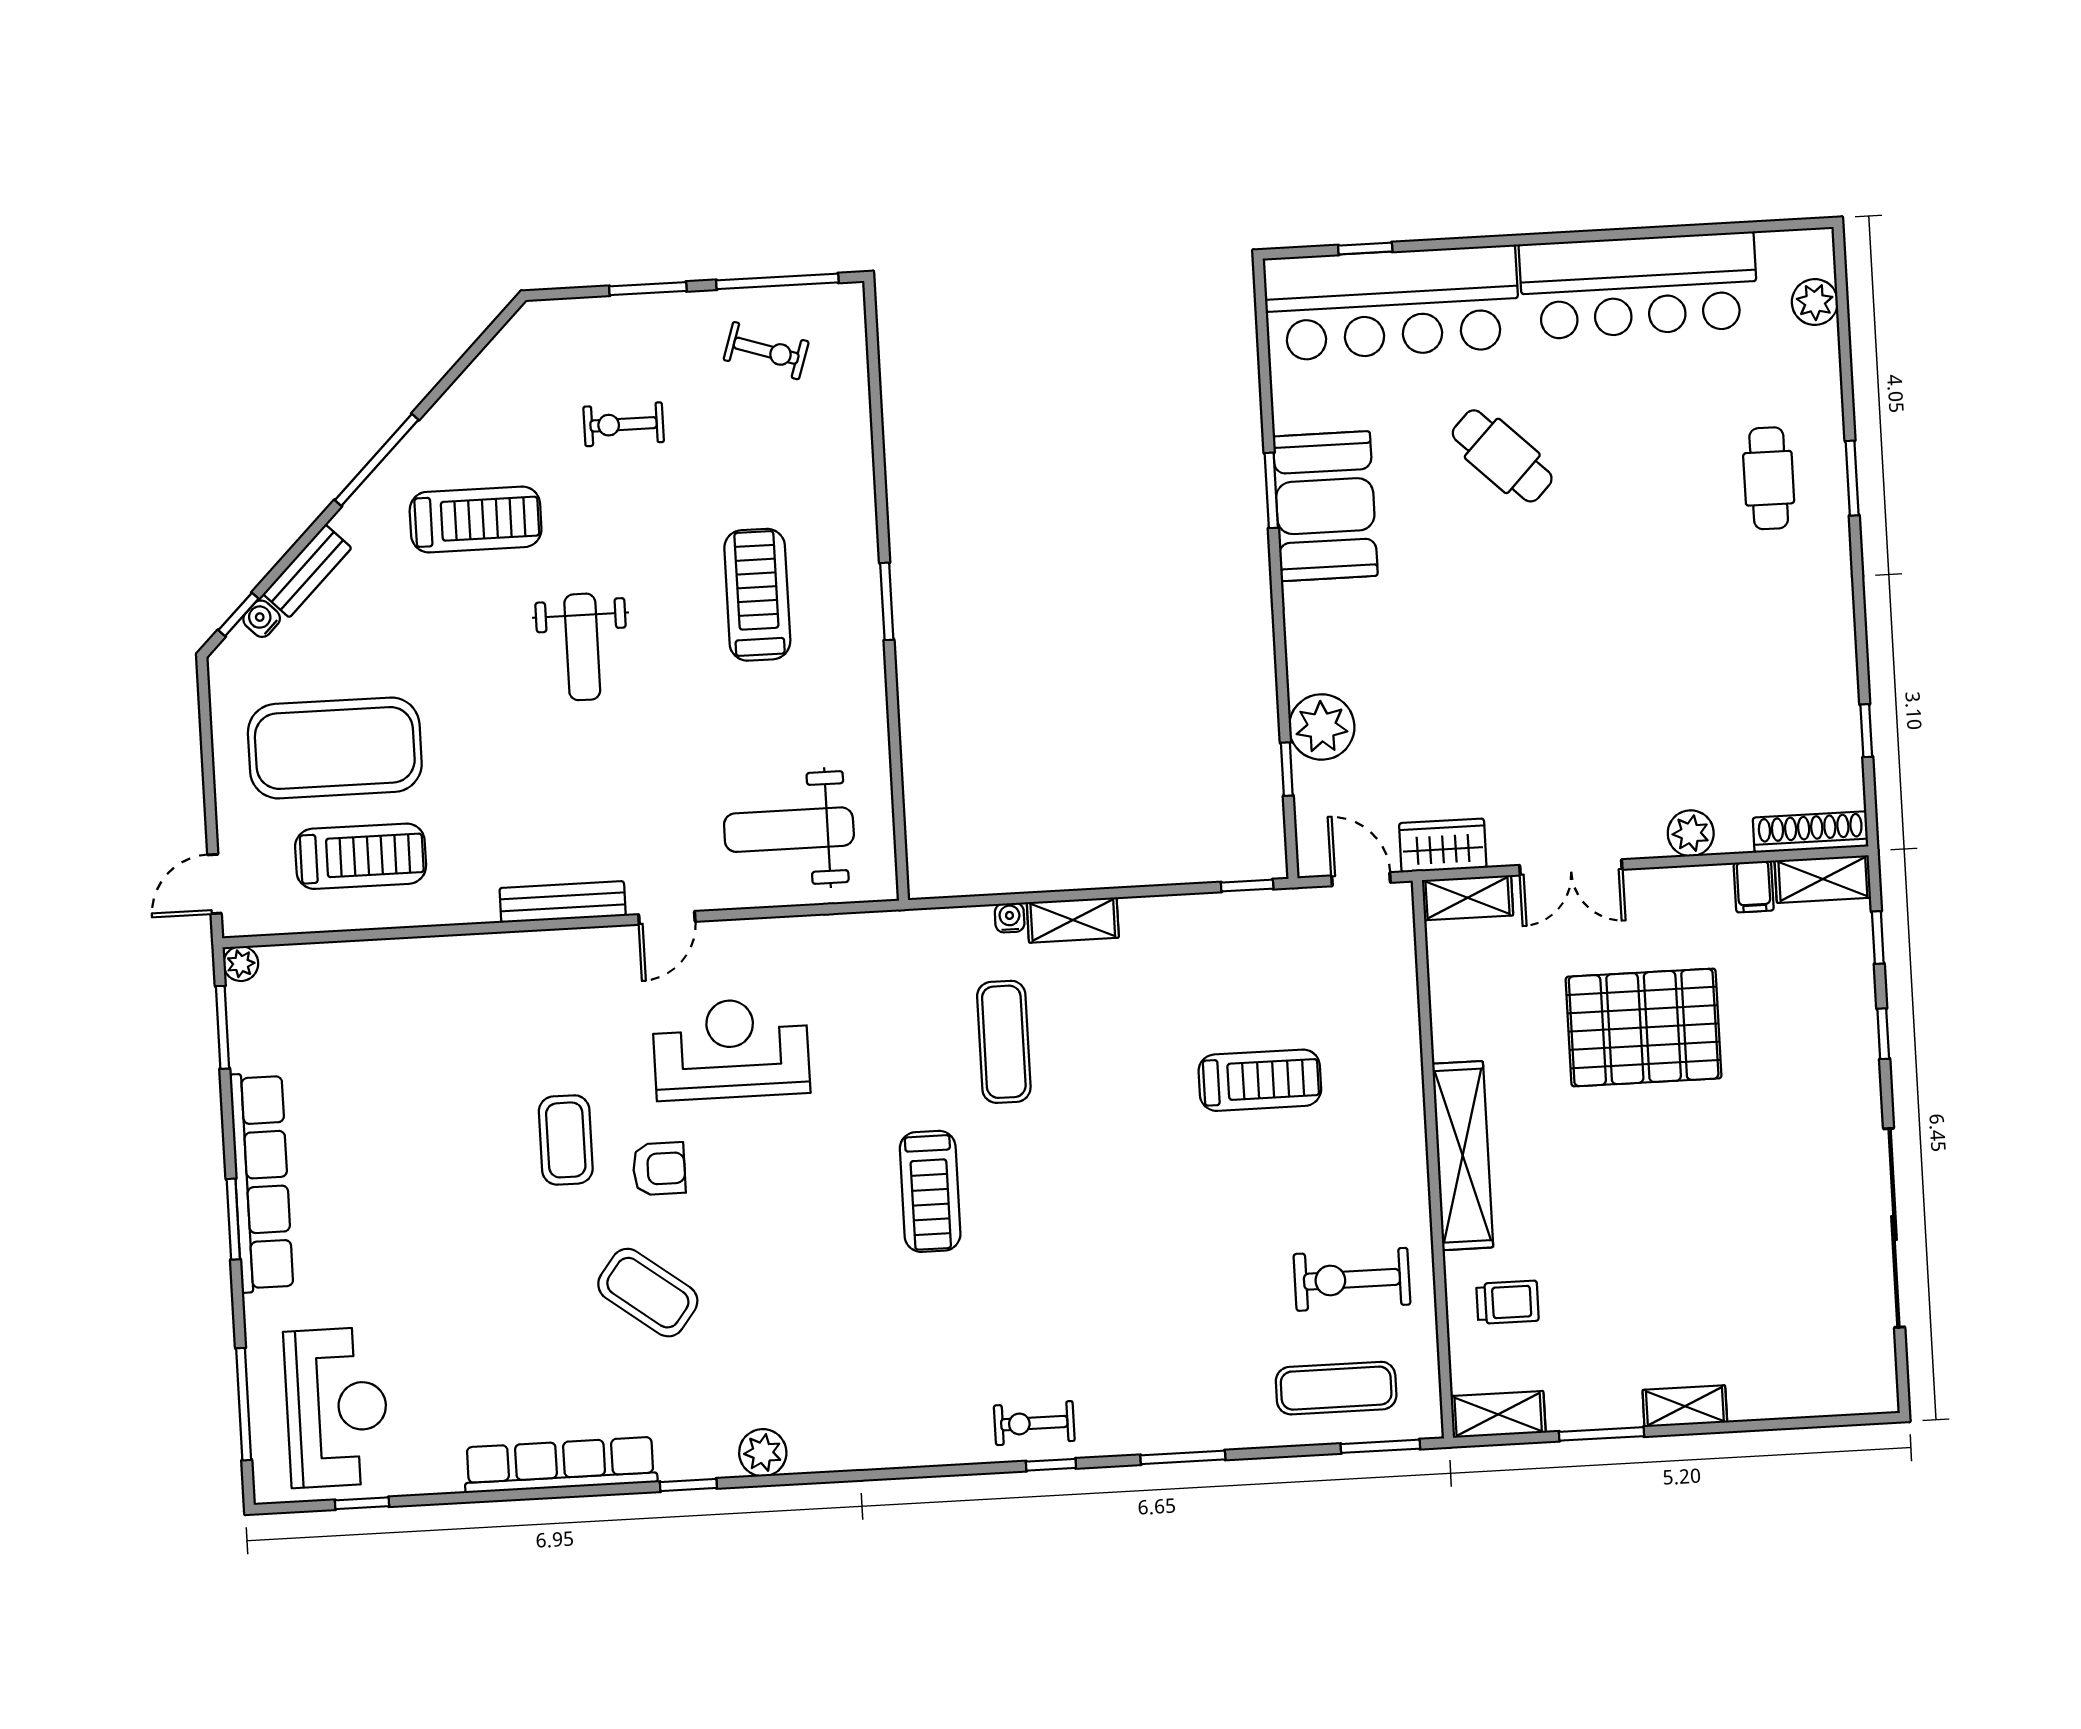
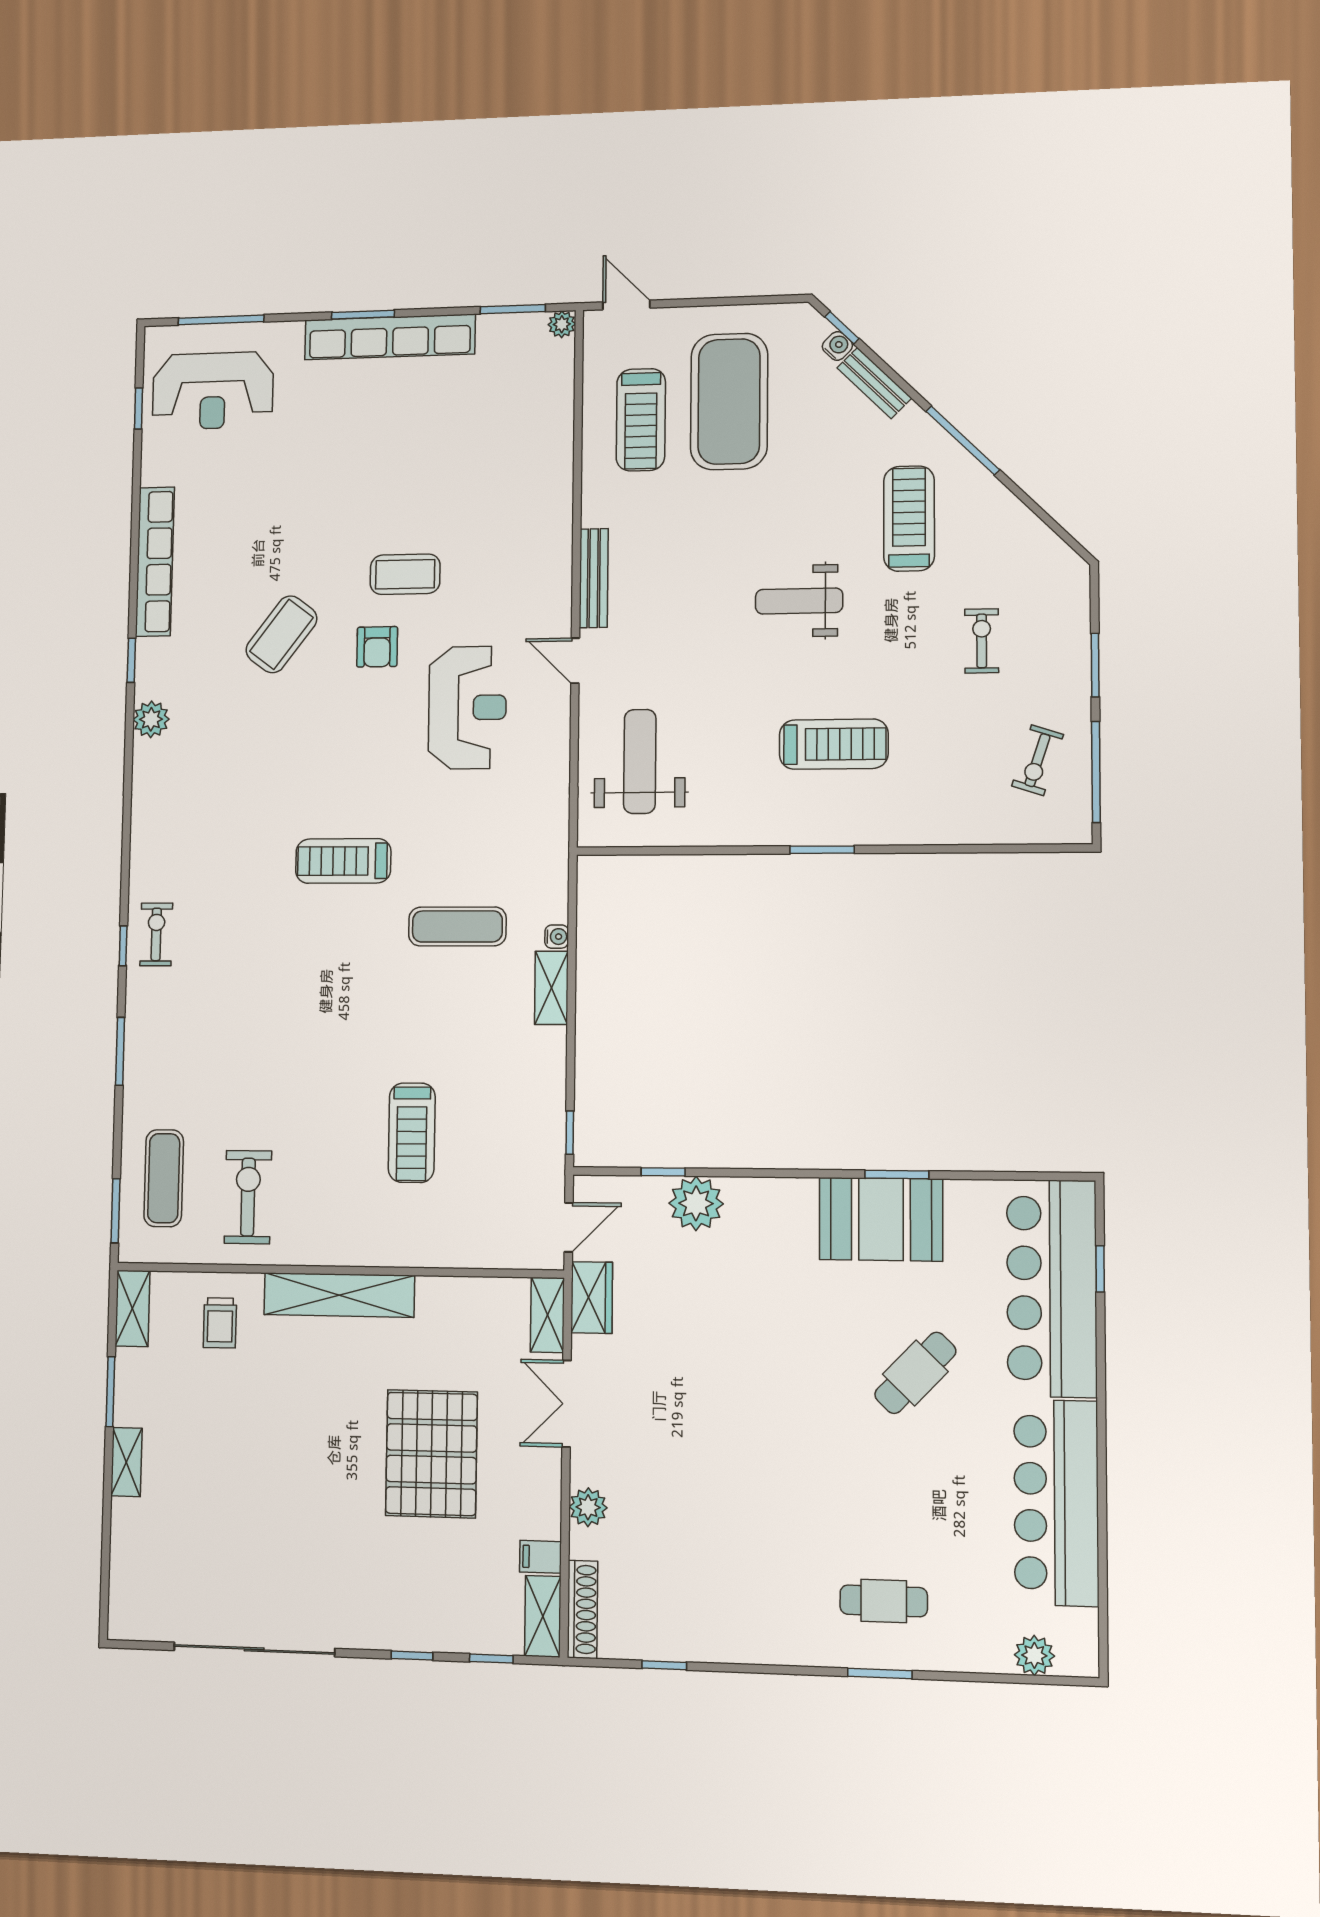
treadmill: (476, 519) -> (909, 519), turned 180

